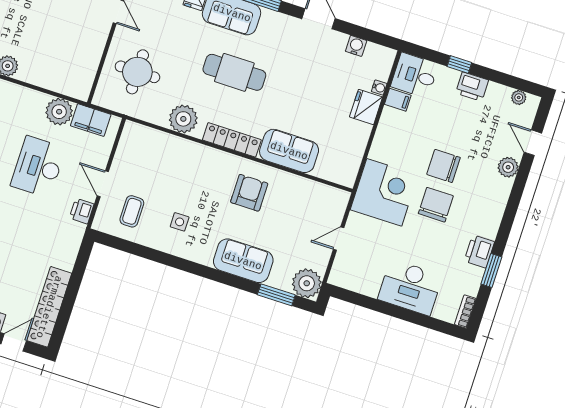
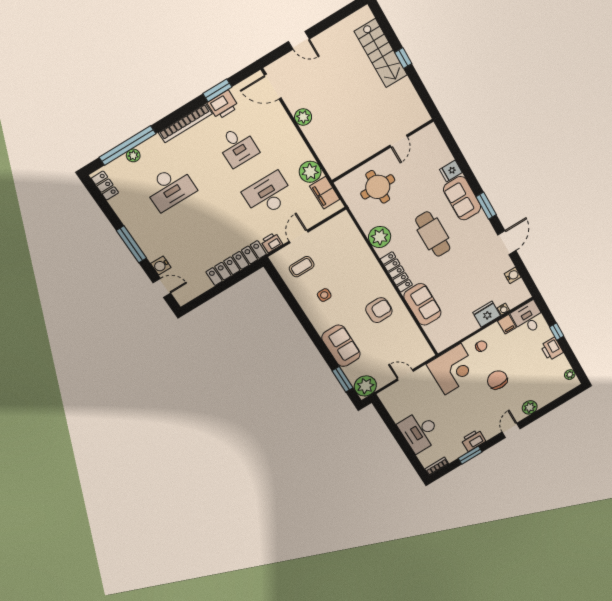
door: (533, 143) -> (511, 430), moved
chair: (436, 205) -> (481, 346), moved, width x0.54, depth x0.54
locker: (49, 307) -> (236, 263), moved

